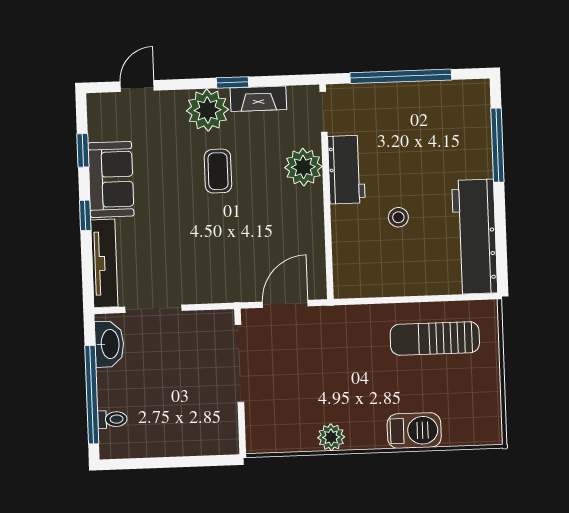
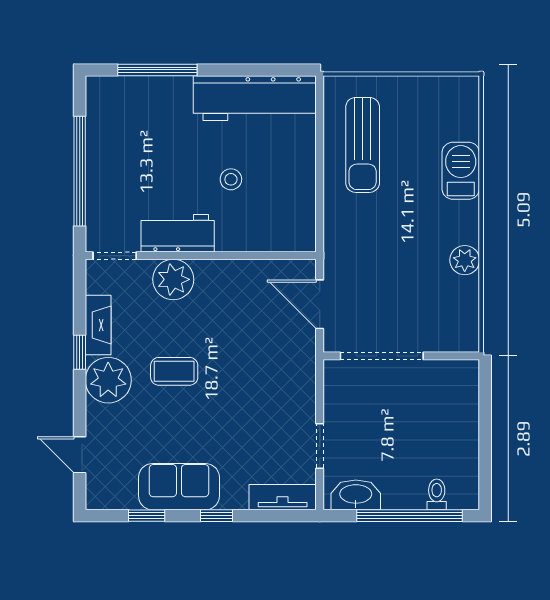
tv unit: (104, 263) -> (283, 497), width x0.71
doorway: (154, 309) -> (320, 446), width x0.73

